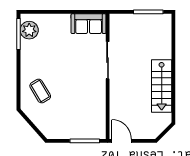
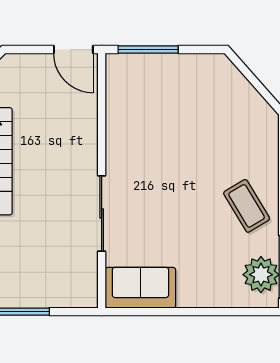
coffee table: (40, 91) -> (247, 206), moved

